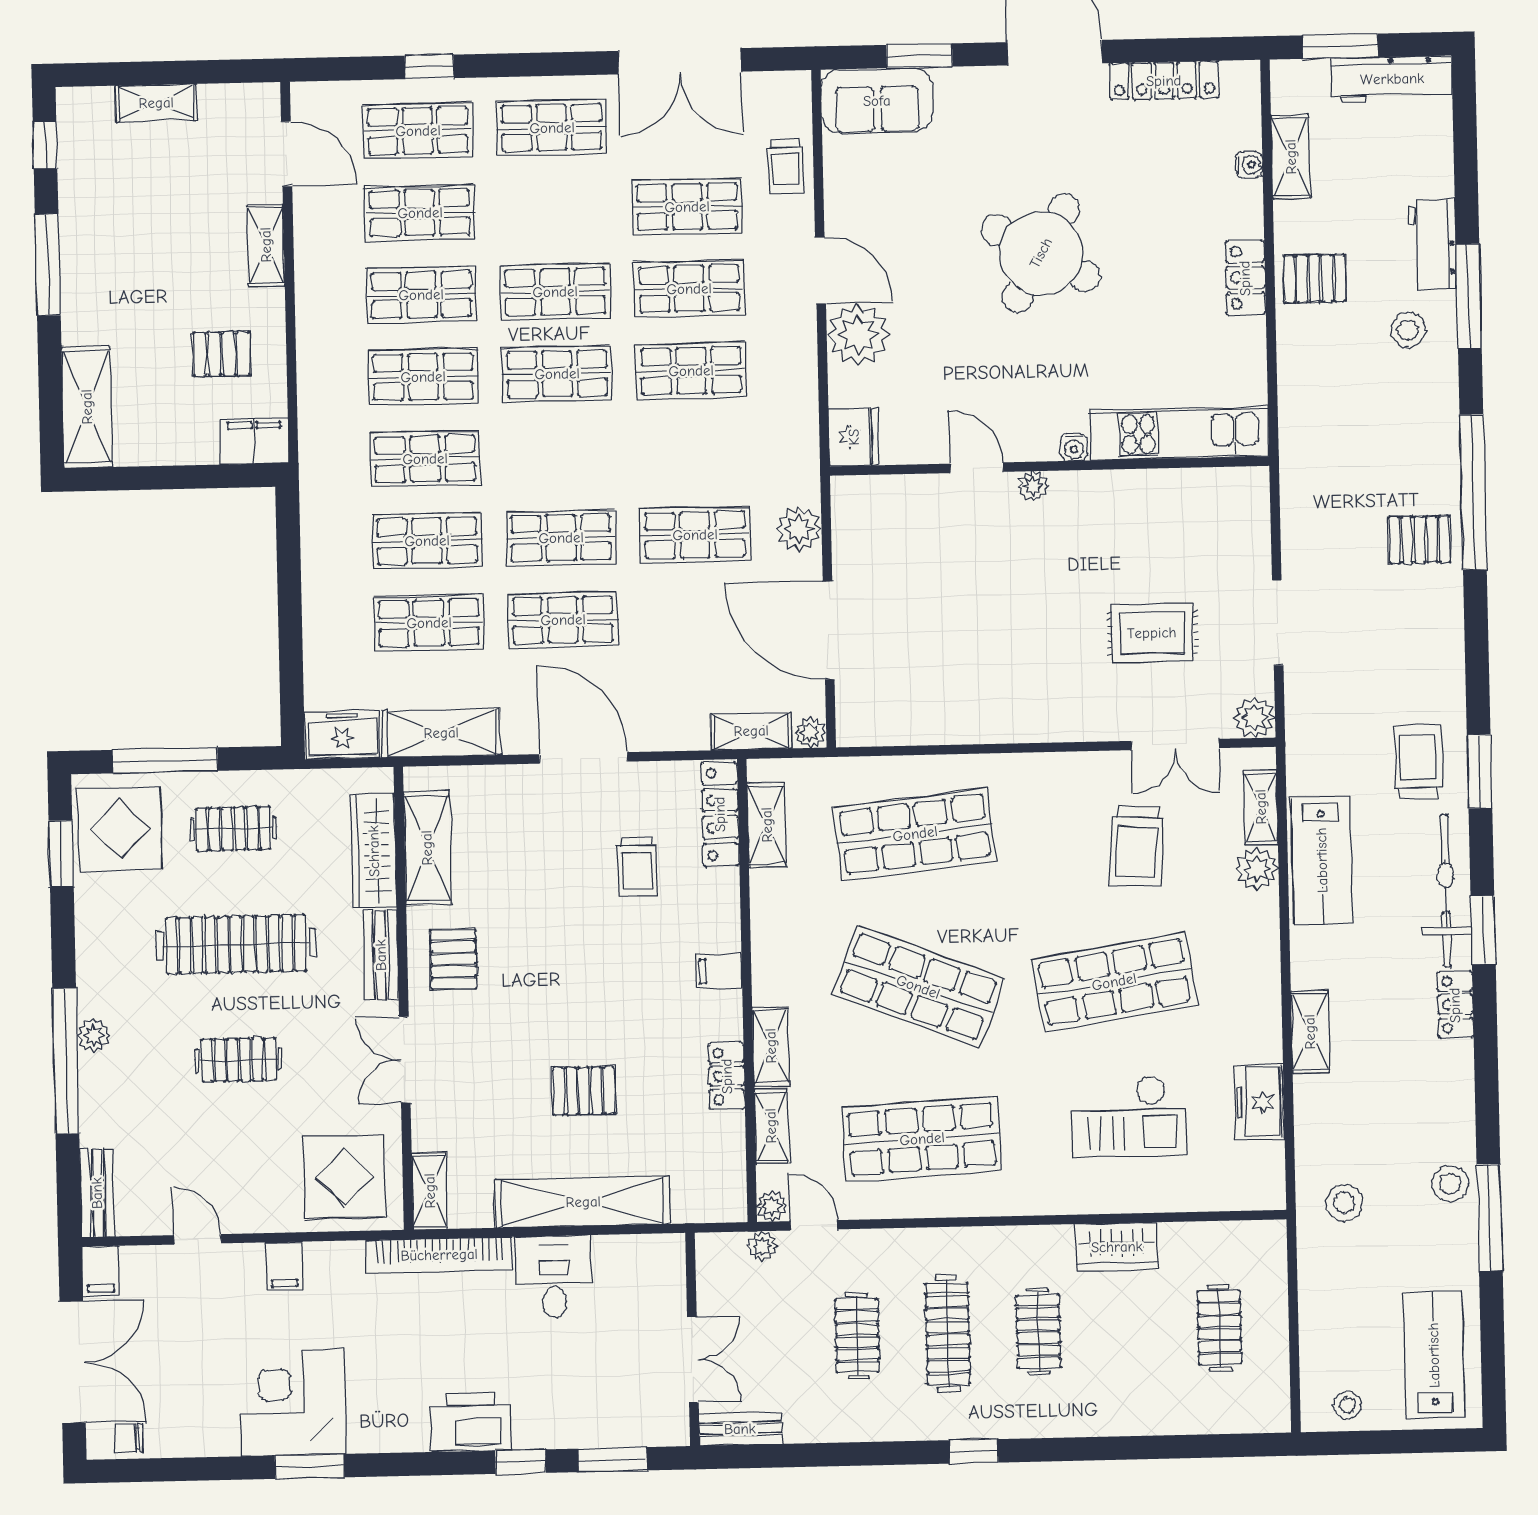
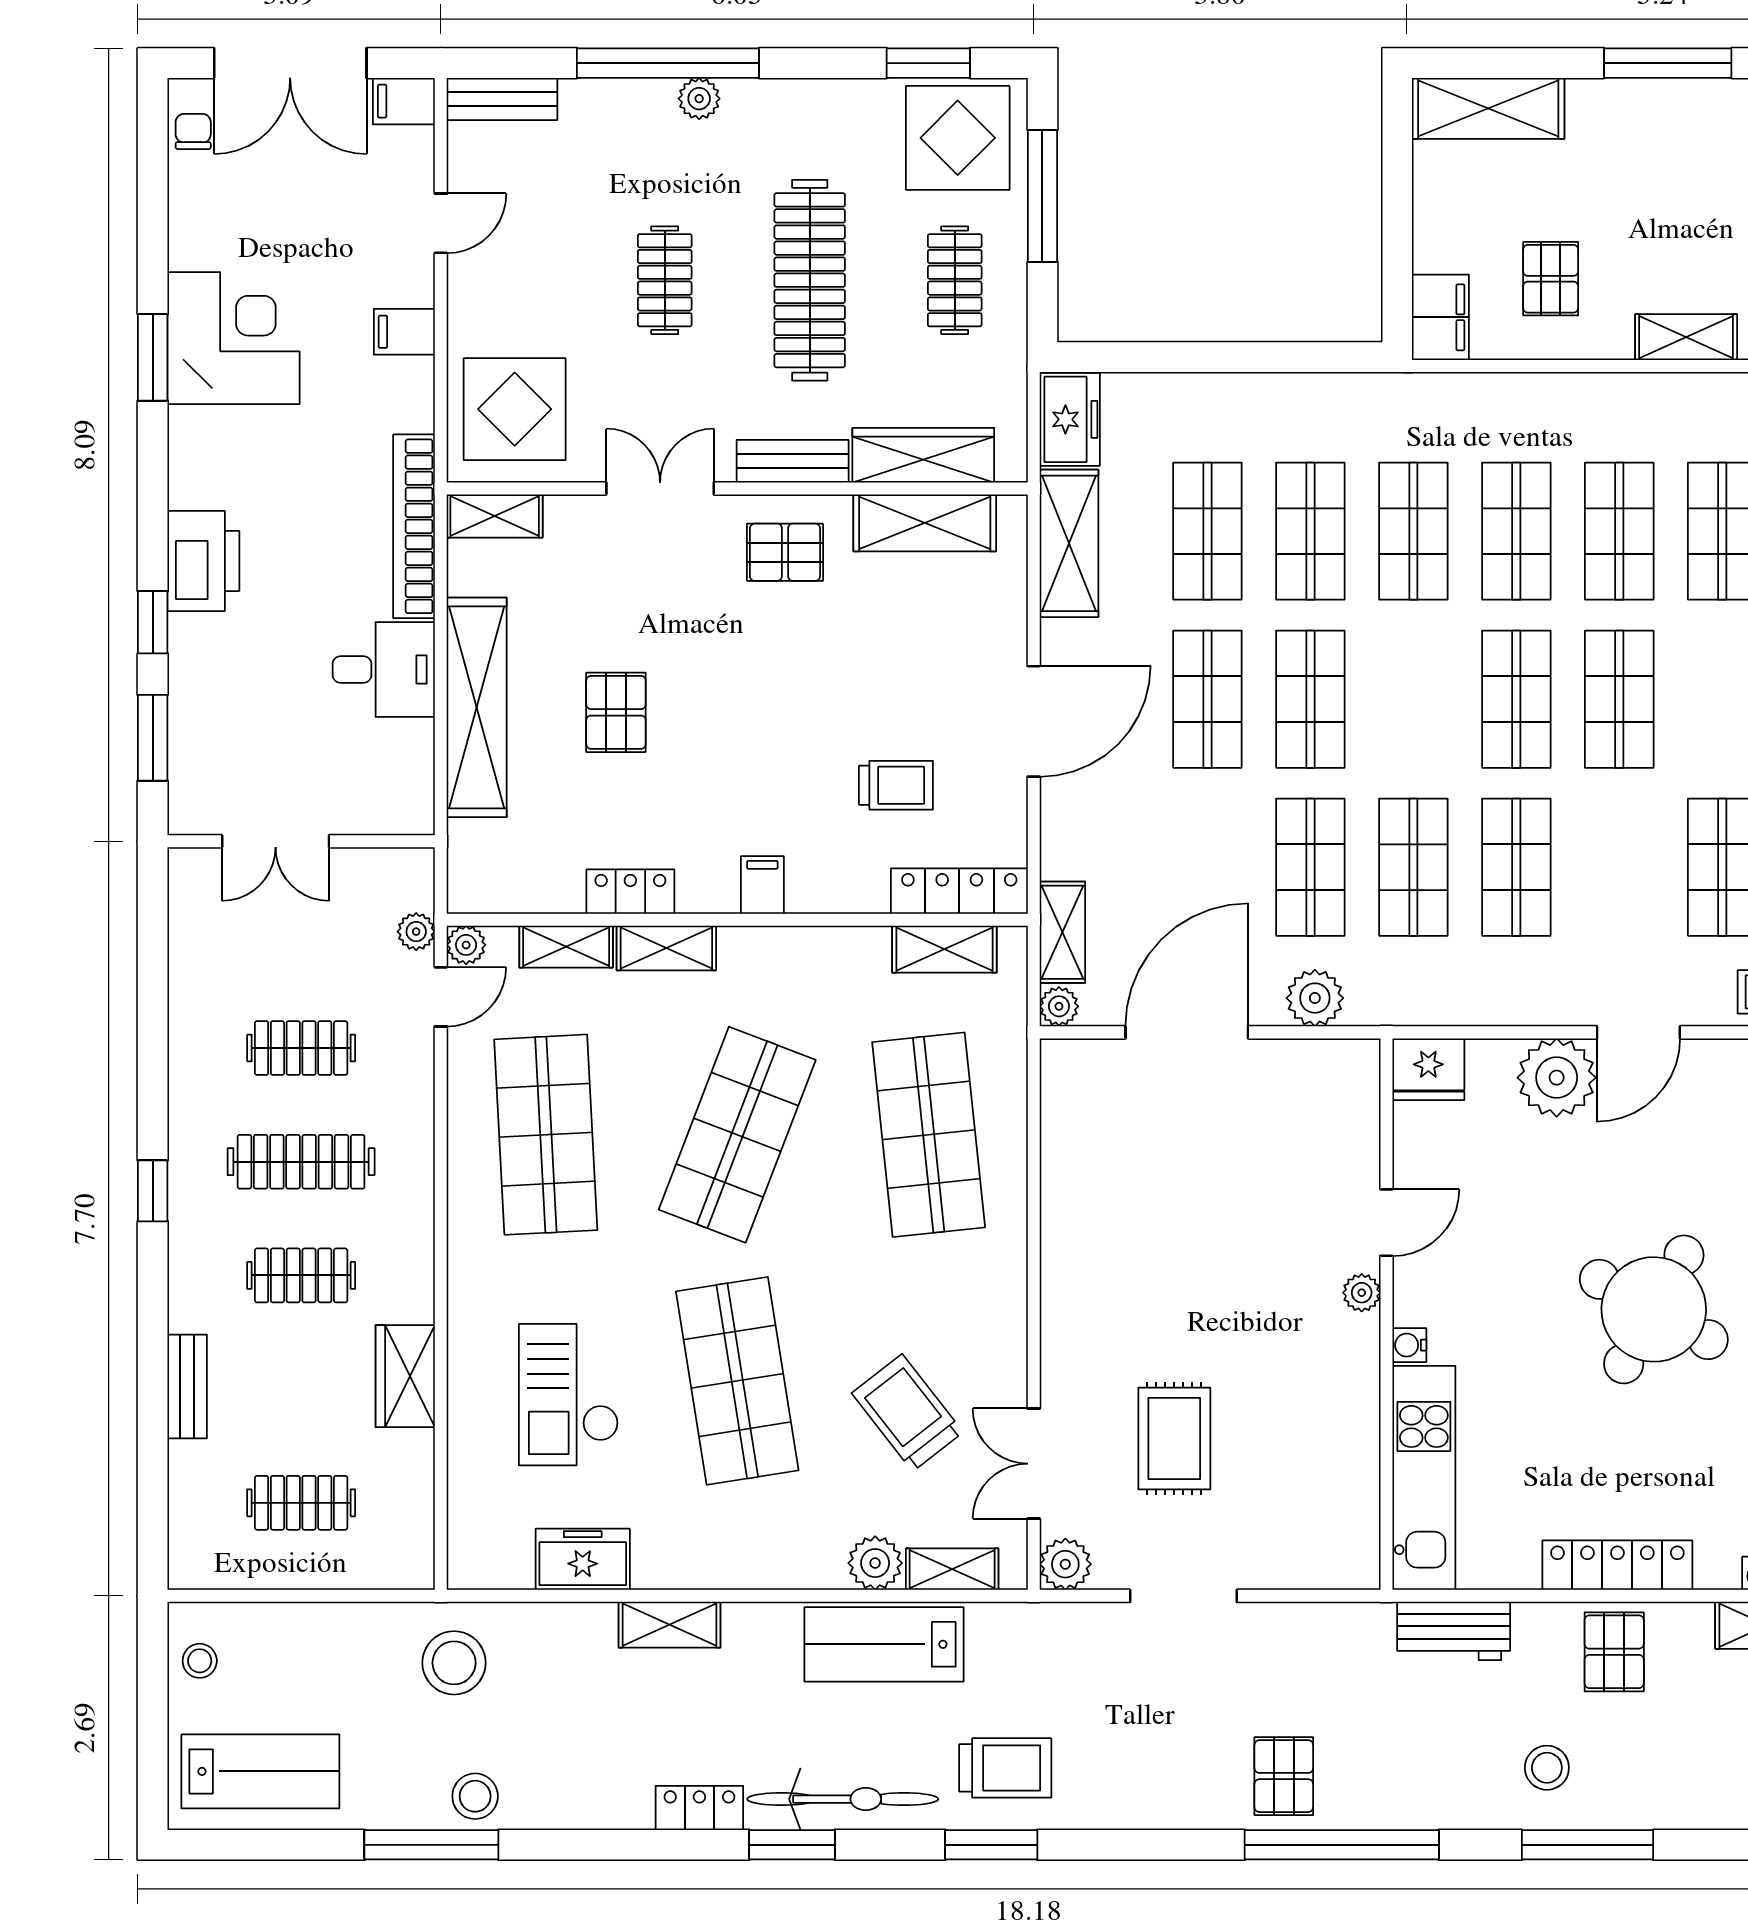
workbench: (1433, 244) -> (1454, 1631), moved, turned 180
locker: (1245, 278) -> (1617, 1565), width x1.53
shop shelf: (689, 289) -> (1413, 867), moved
trolley: (1137, 846) -> (907, 1413), turned 48
trolley: (637, 866) -> (896, 785), turned 180
stool: (1344, 1203) -> (454, 1663), width x1.38, depth x1.38
bench: (740, 1429) -> (187, 1386), moved

